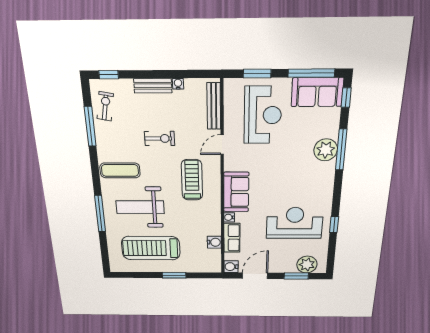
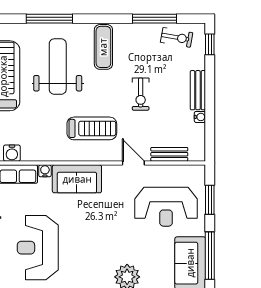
bench: (214, 106) -> (169, 154), width x0.73
reception desk: (295, 223) -> (38, 248), turned 180

